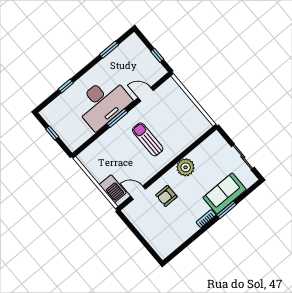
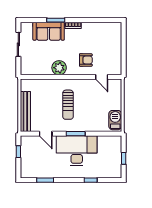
bench: (183, 99) -> (25, 111), added
barbecue: (113, 189) -> (115, 120), moved

